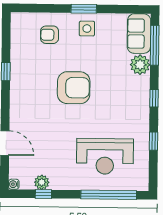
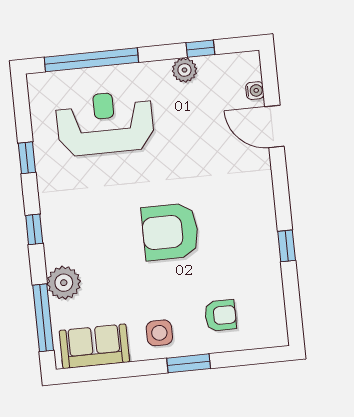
window: (84, 9) -> (189, 363), moved
sofa: (139, 34) -> (94, 346), moved, turned -90
plant: (42, 182) -> (184, 70), moved
water cooler: (14, 184) -> (255, 91), moved

